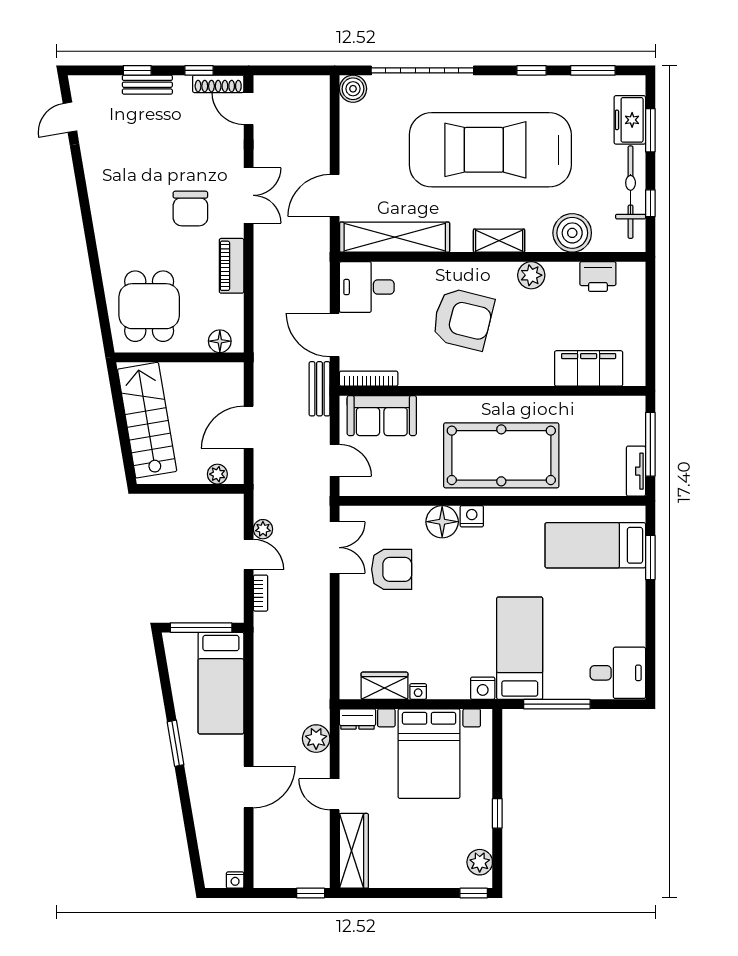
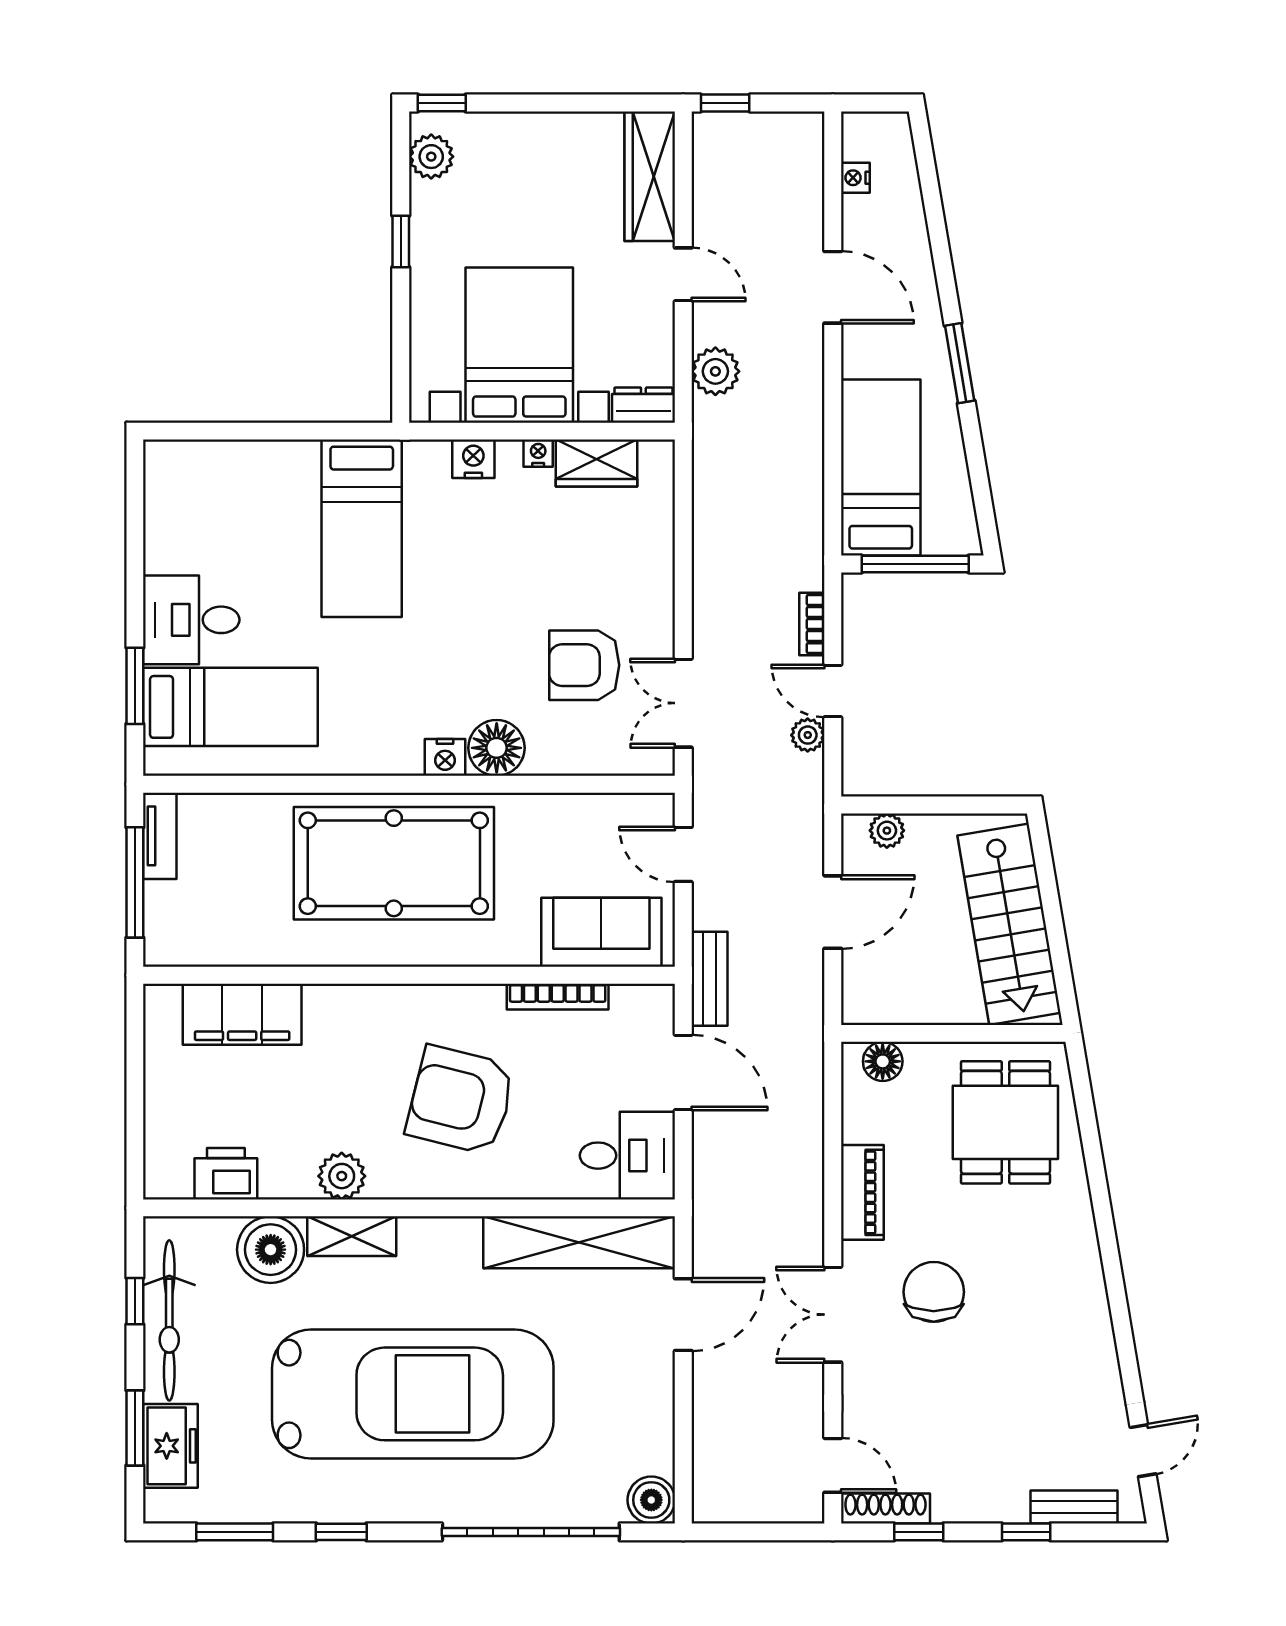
bench: (147, 85) -> (1074, 1507), moved
shelving: (499, 241) -> (352, 1236), moved
bookcase: (369, 379) -> (558, 997), moved
desk: (618, 673) -> (191, 620), moved
nightstand: (483, 688) -> (473, 459), moved
window: (557, 704) -> (297, 431), removed
door: (249, 787) -> (833, 287), swing flipped
nightstand: (235, 880) -> (855, 178), moved, turned -90

